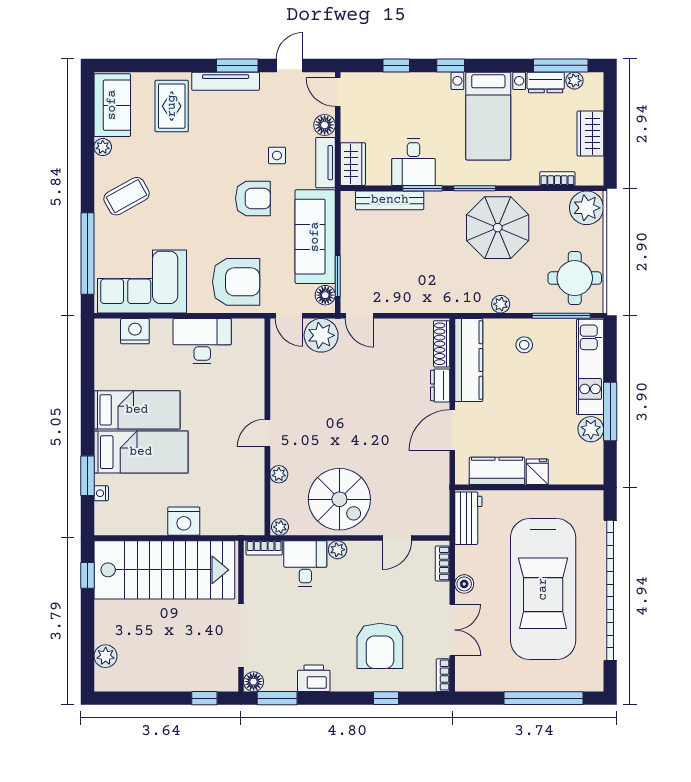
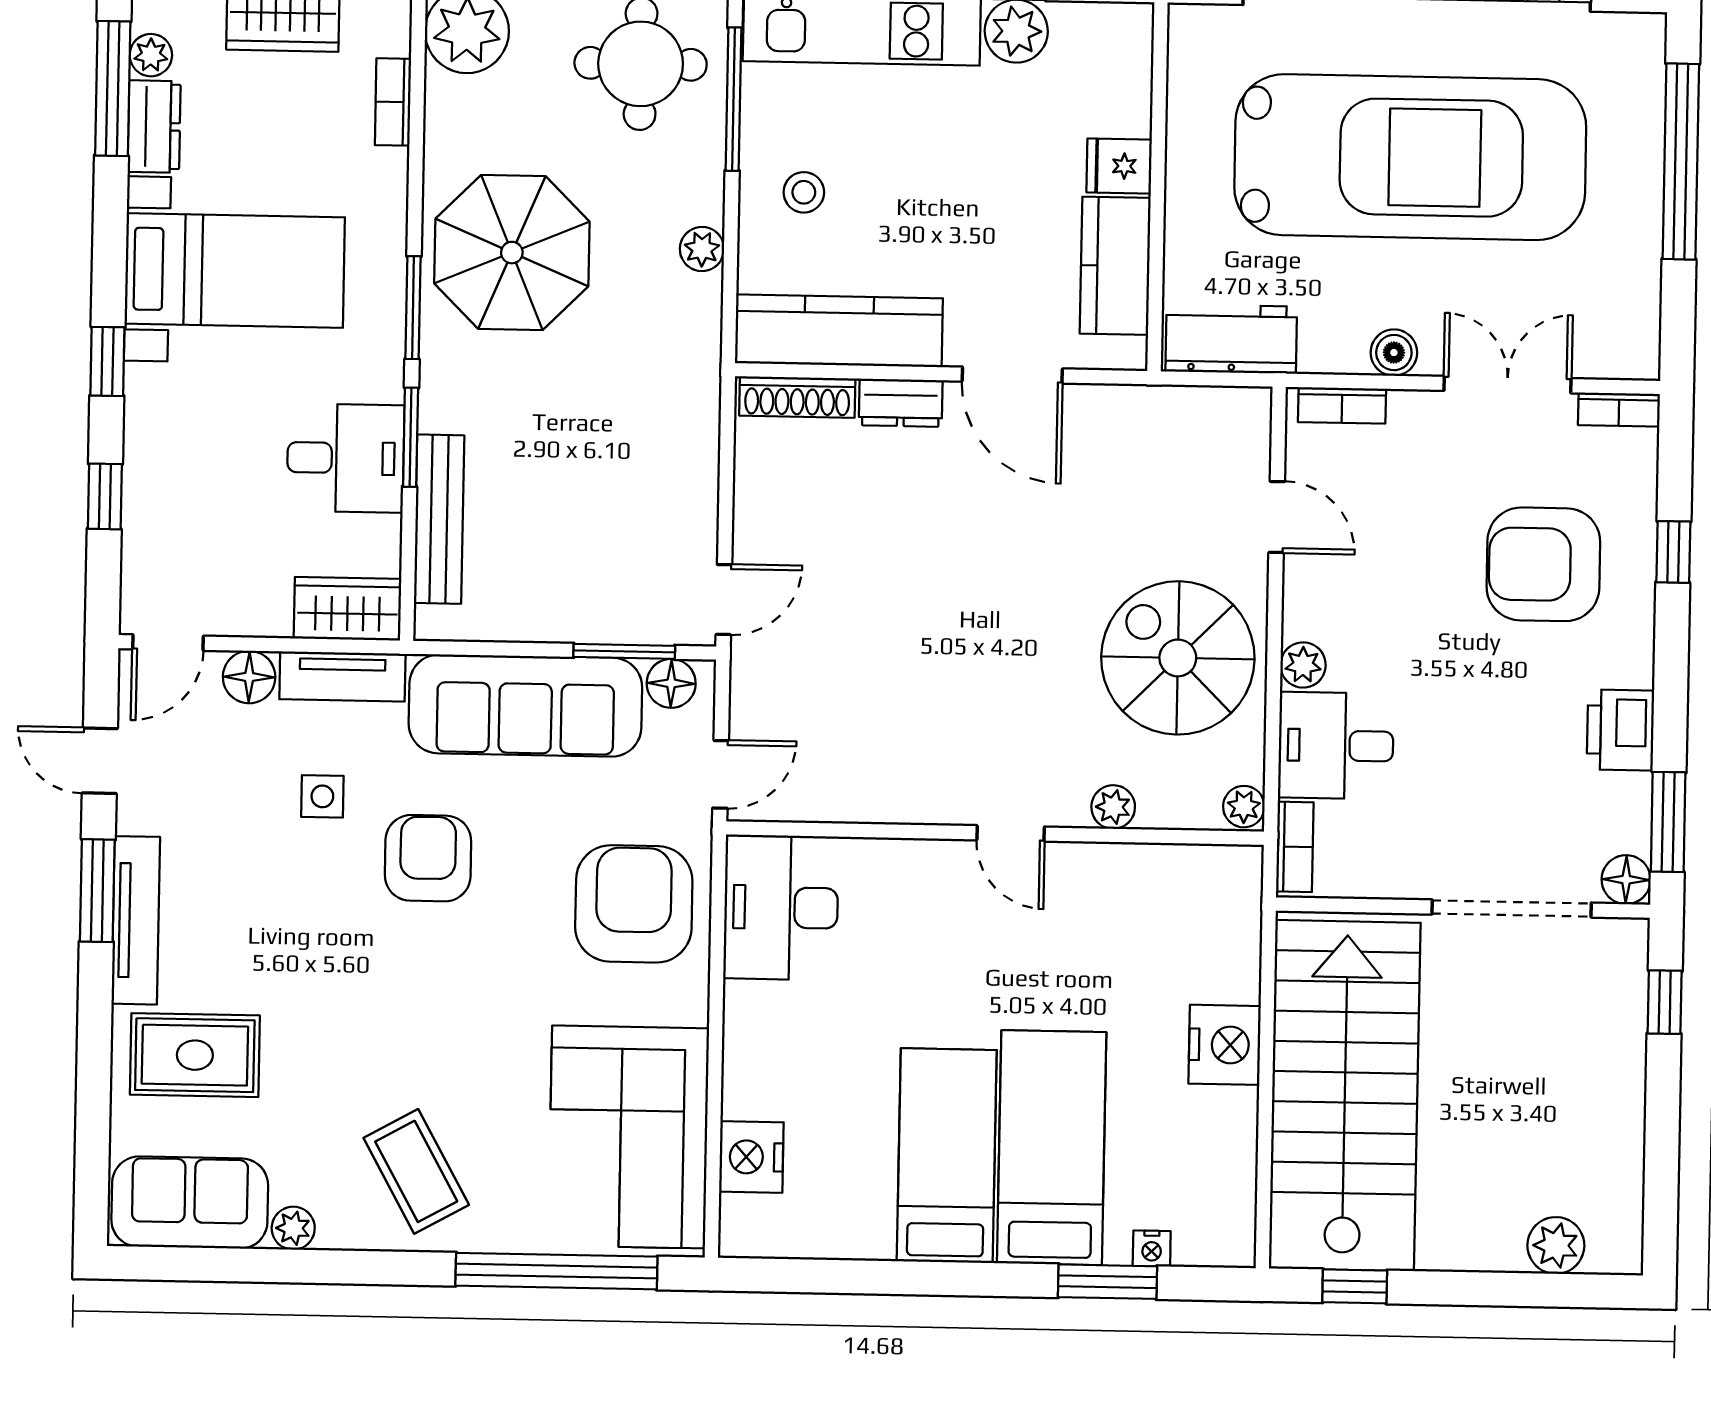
plant: (321, 335) -> (771, 696), removed
desk: (202, 341) -> (781, 907), moved
spiral stairs: (339, 499) -> (1178, 658), turned -90
armchair: (380, 646) -> (1543, 564), turned 180

